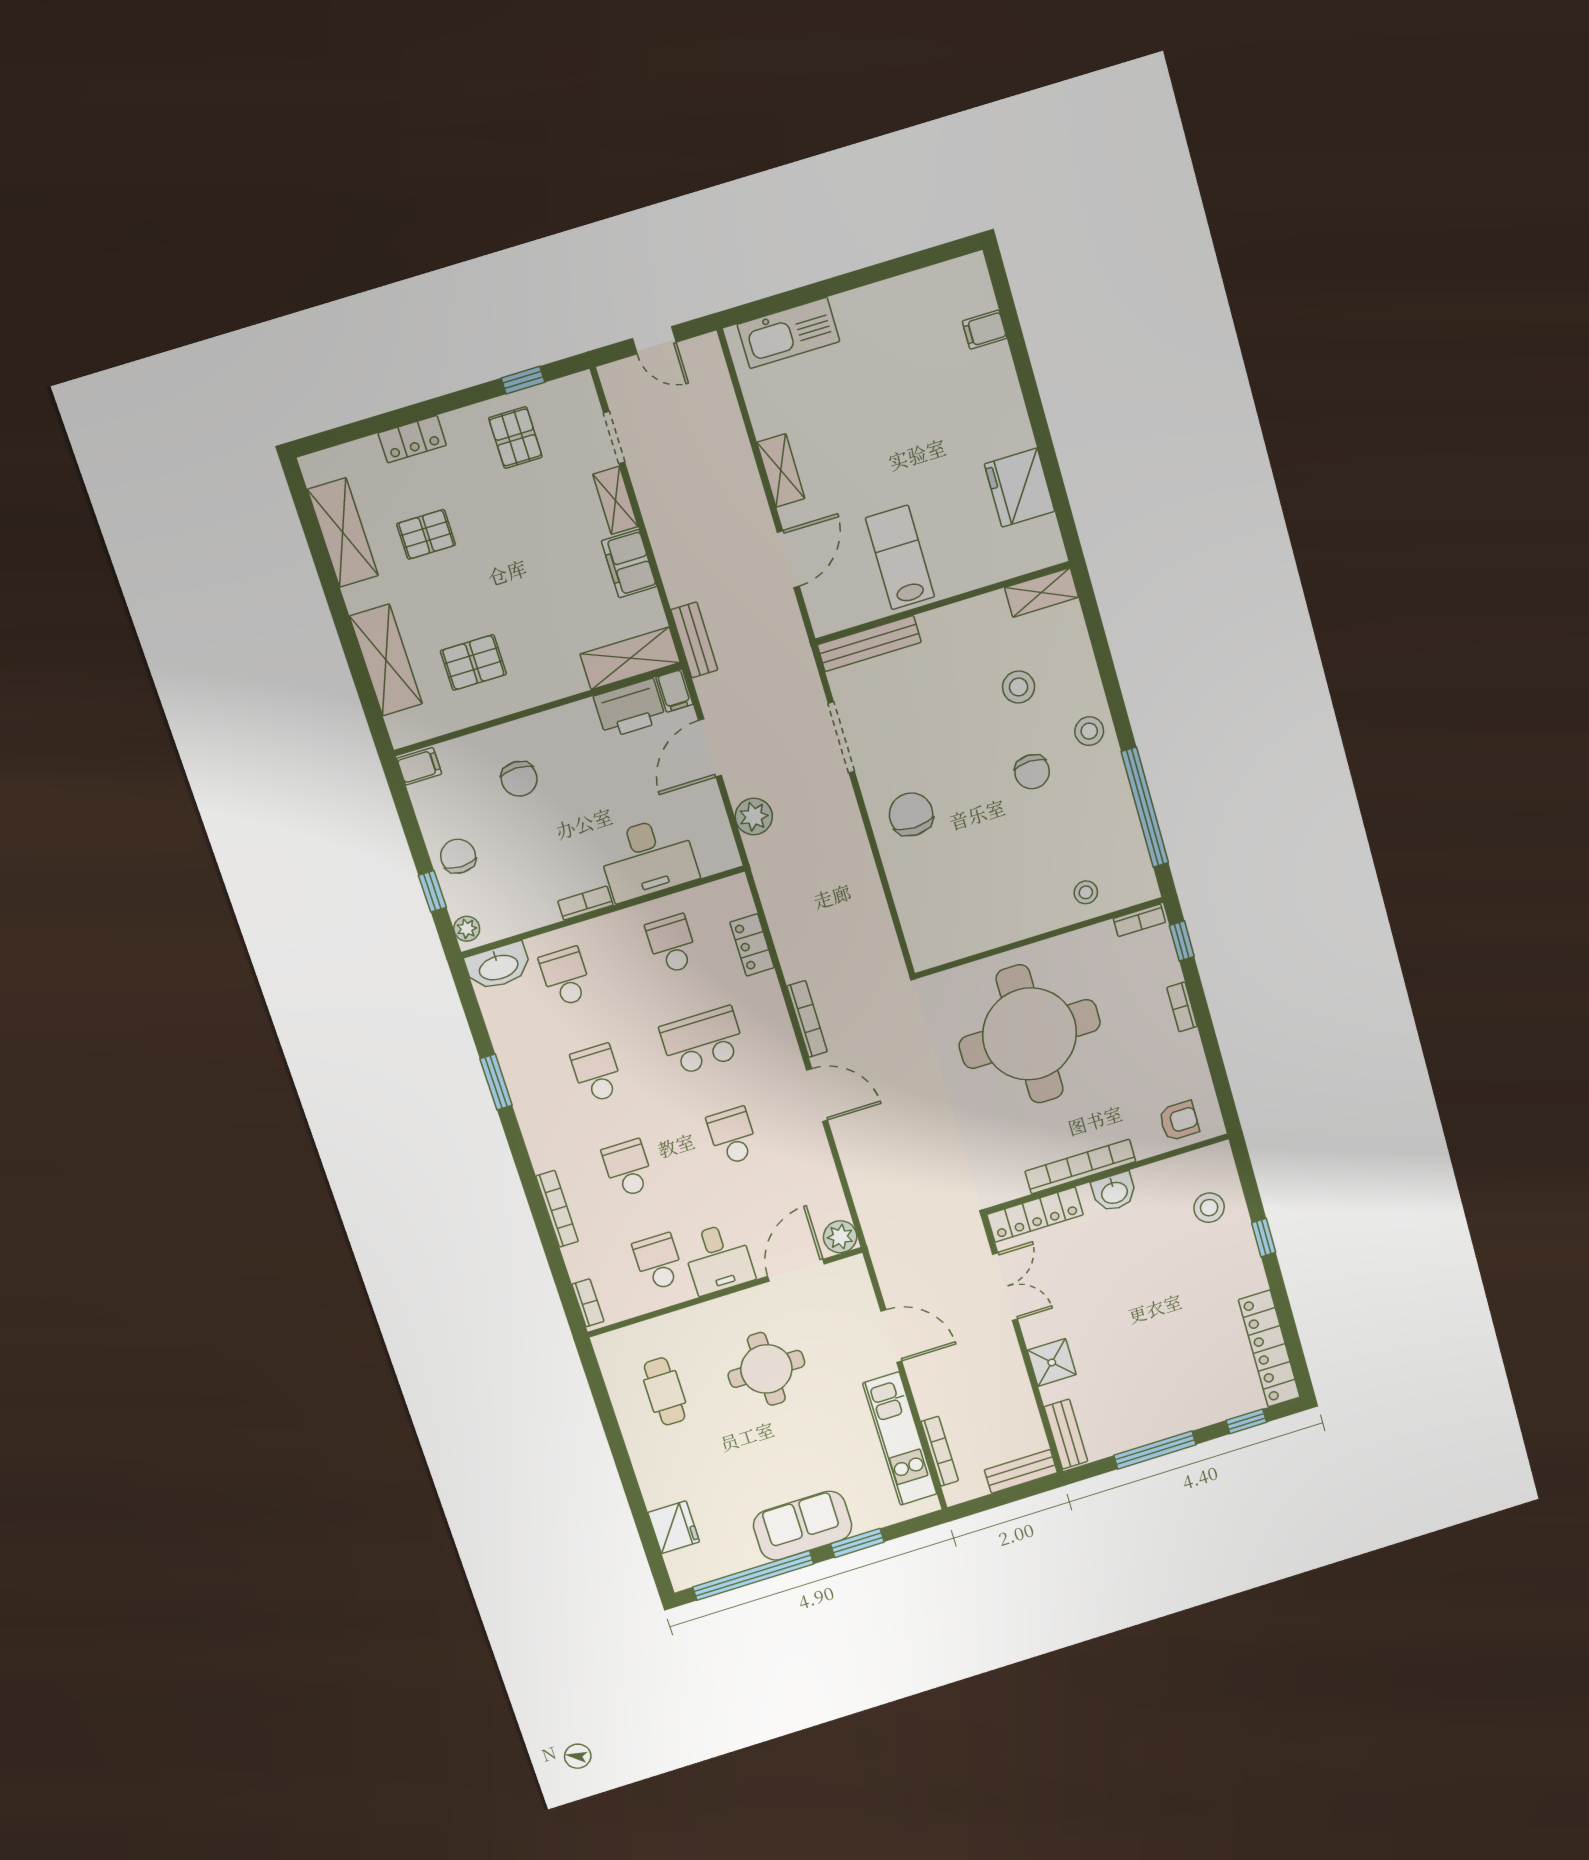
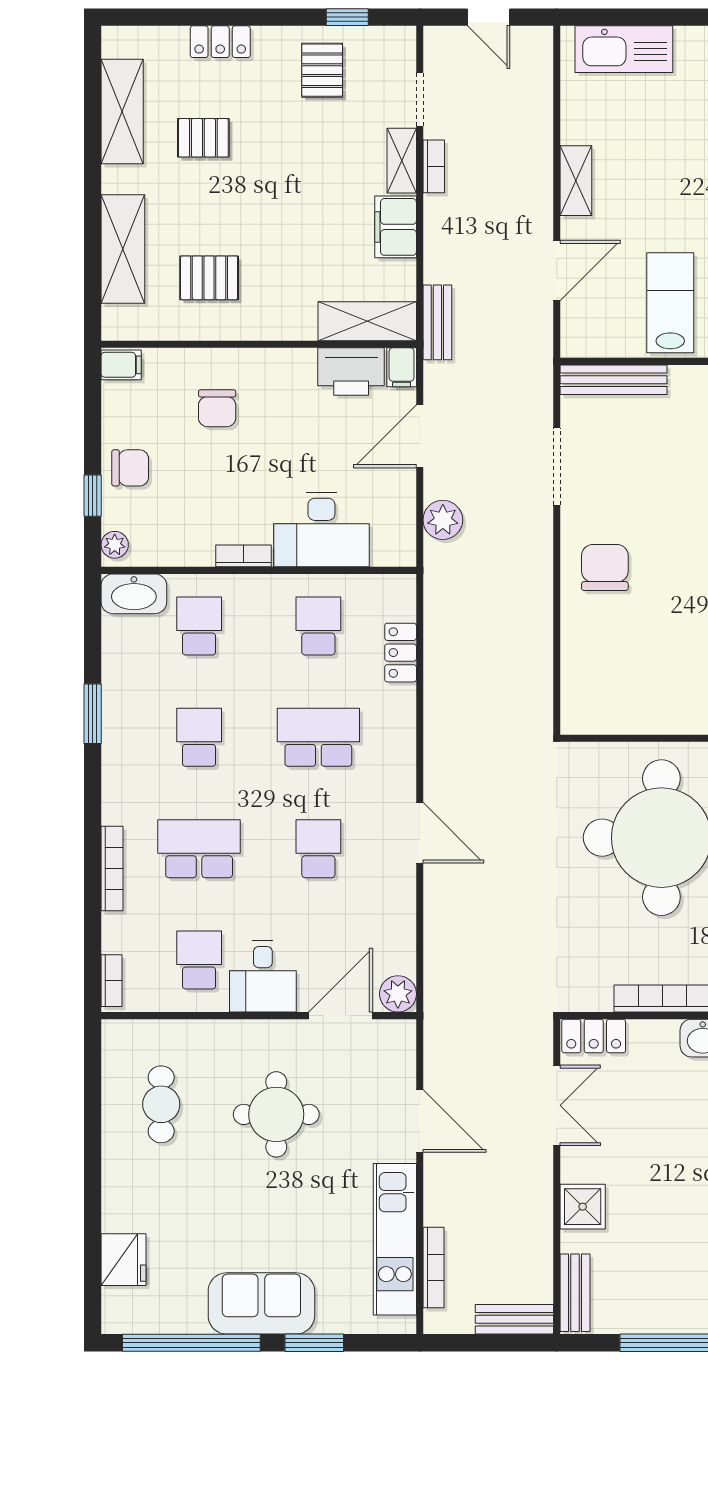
chair: (458, 856) -> (130, 468), turned 90
bookcase: (807, 1019) -> (434, 166), moved, width x0.64
school desk: (628, 1168) -> (199, 849), width x1.85
locker: (1035, 1215) -> (594, 1036), width x0.66

